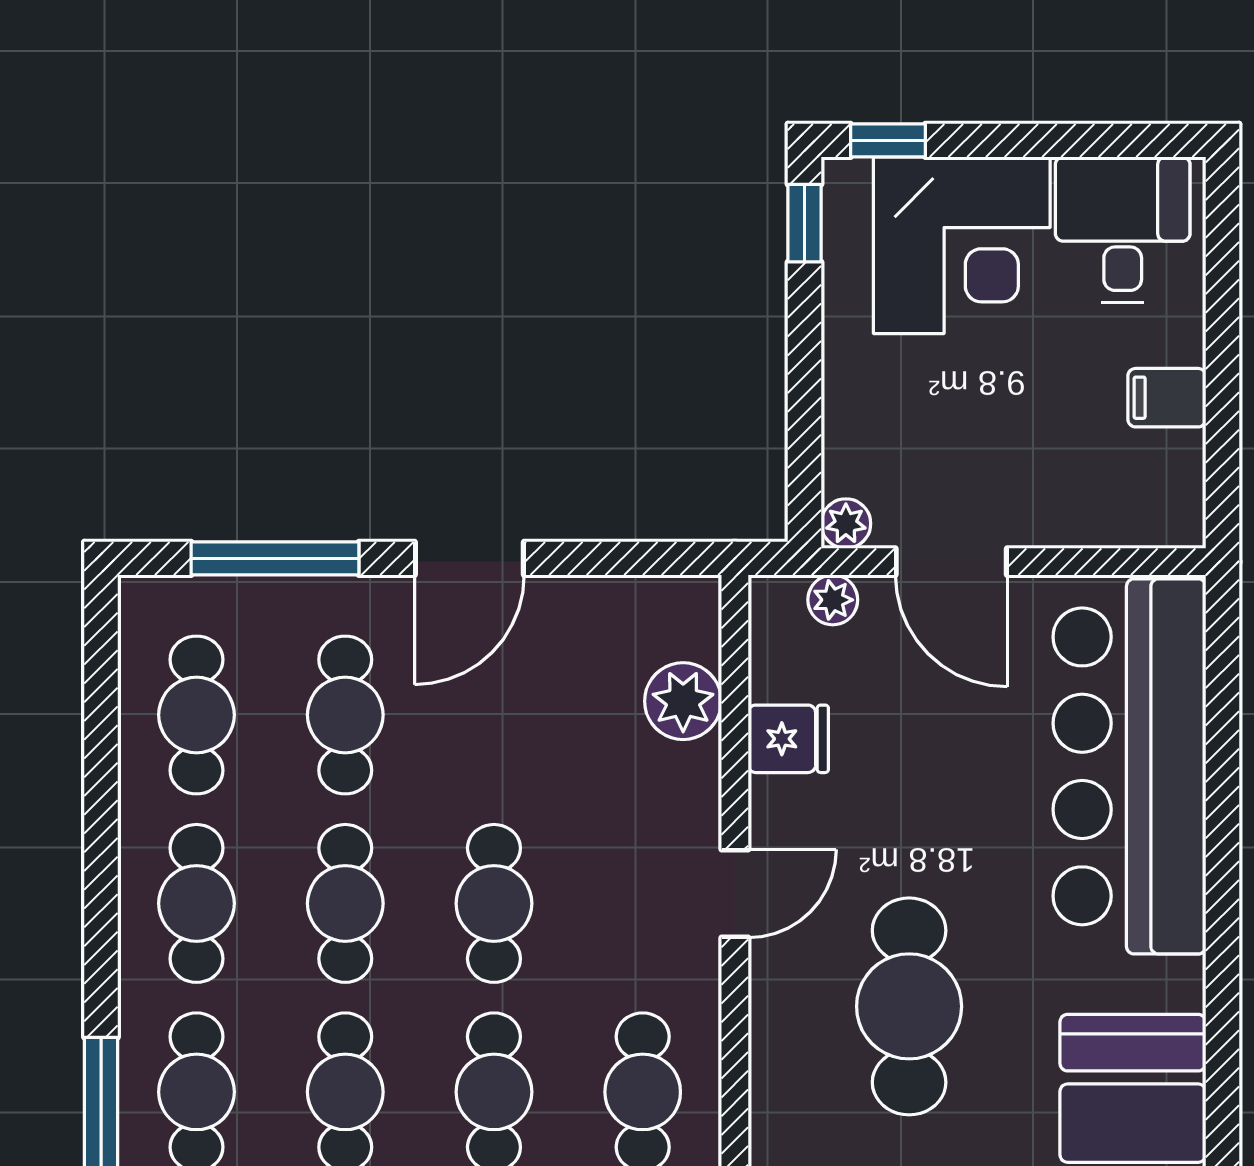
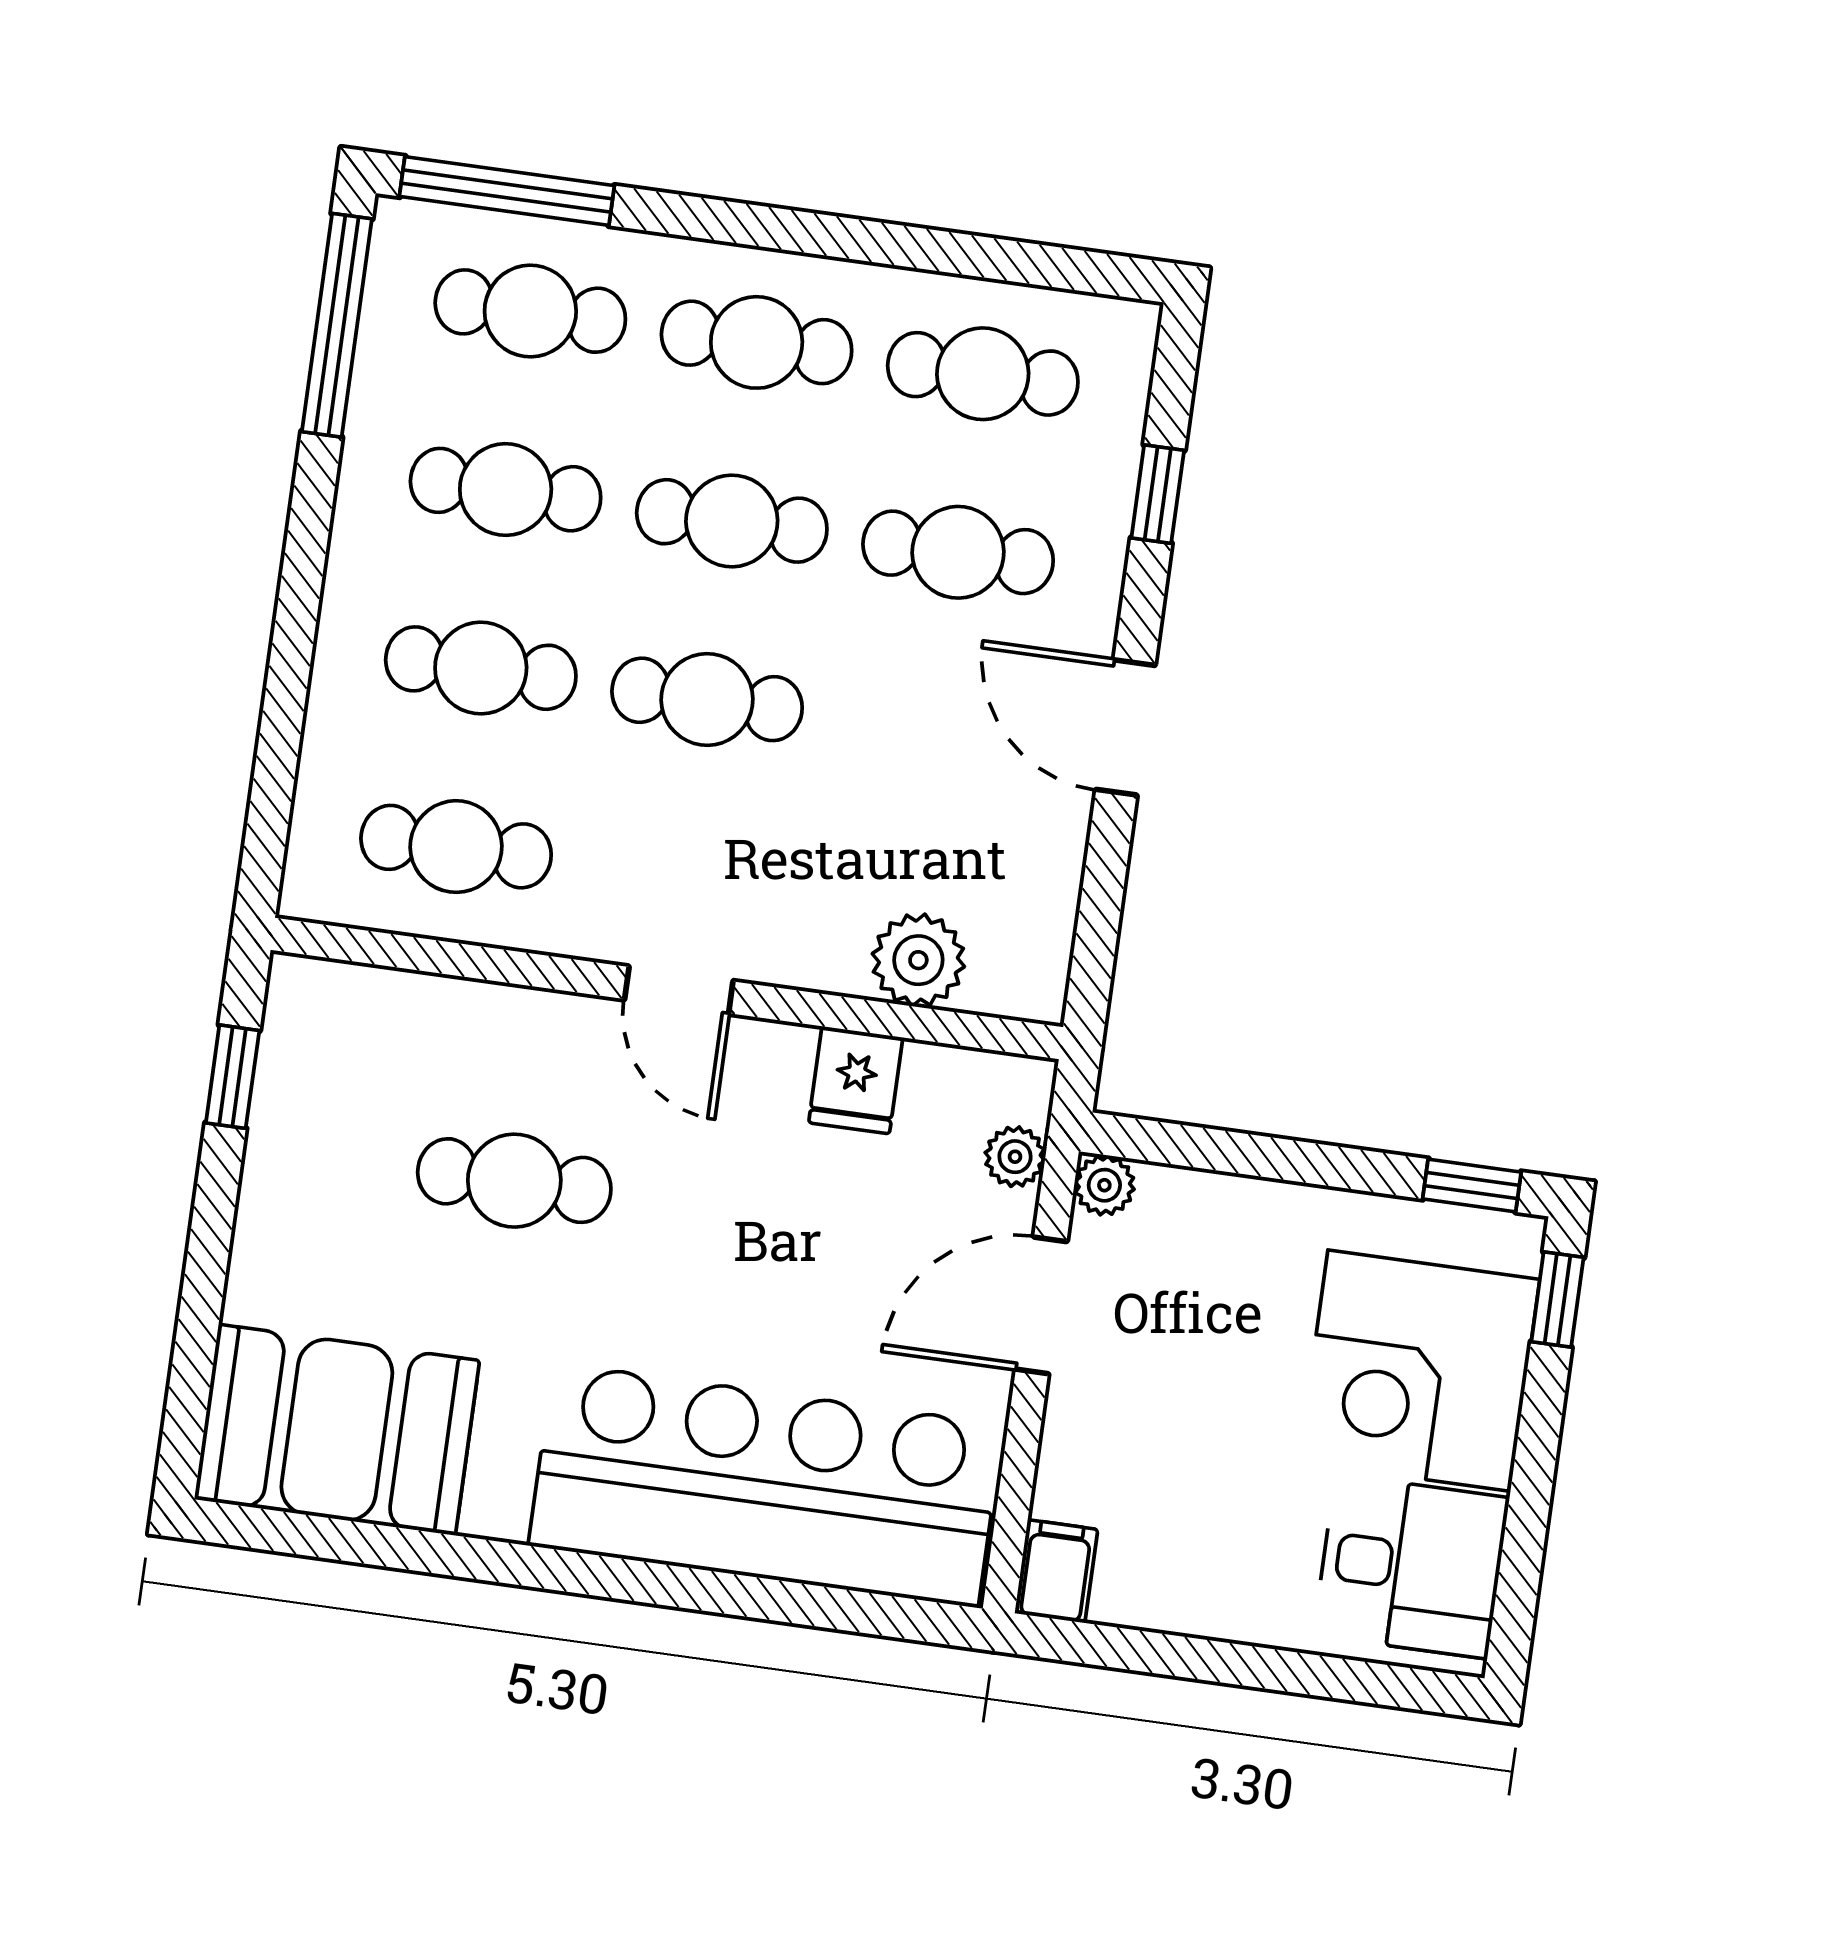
filing cabinet: (1167, 398) -> (1056, 1571), moved
window: (275, 558) -> (1158, 494), width x0.46
cafe table: (909, 1006) -> (514, 1181), width x0.73, depth x0.74

